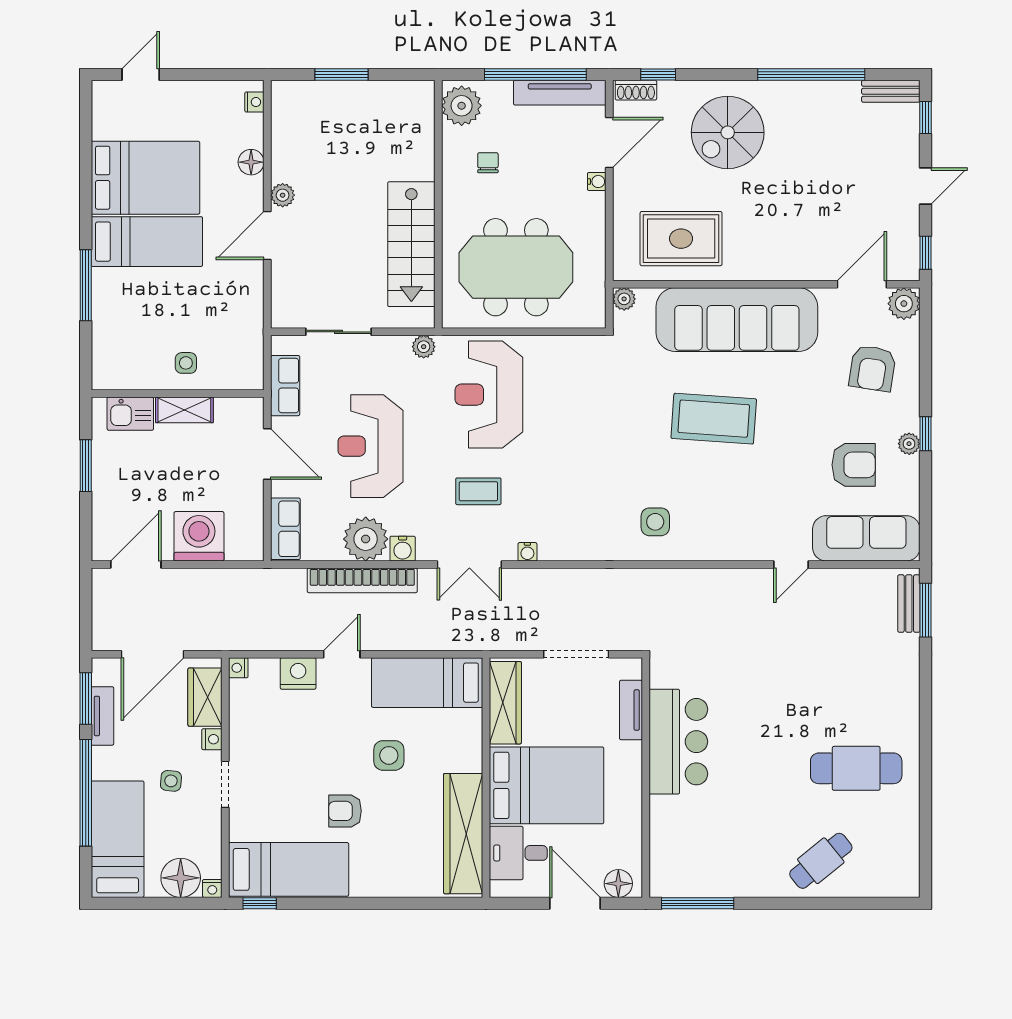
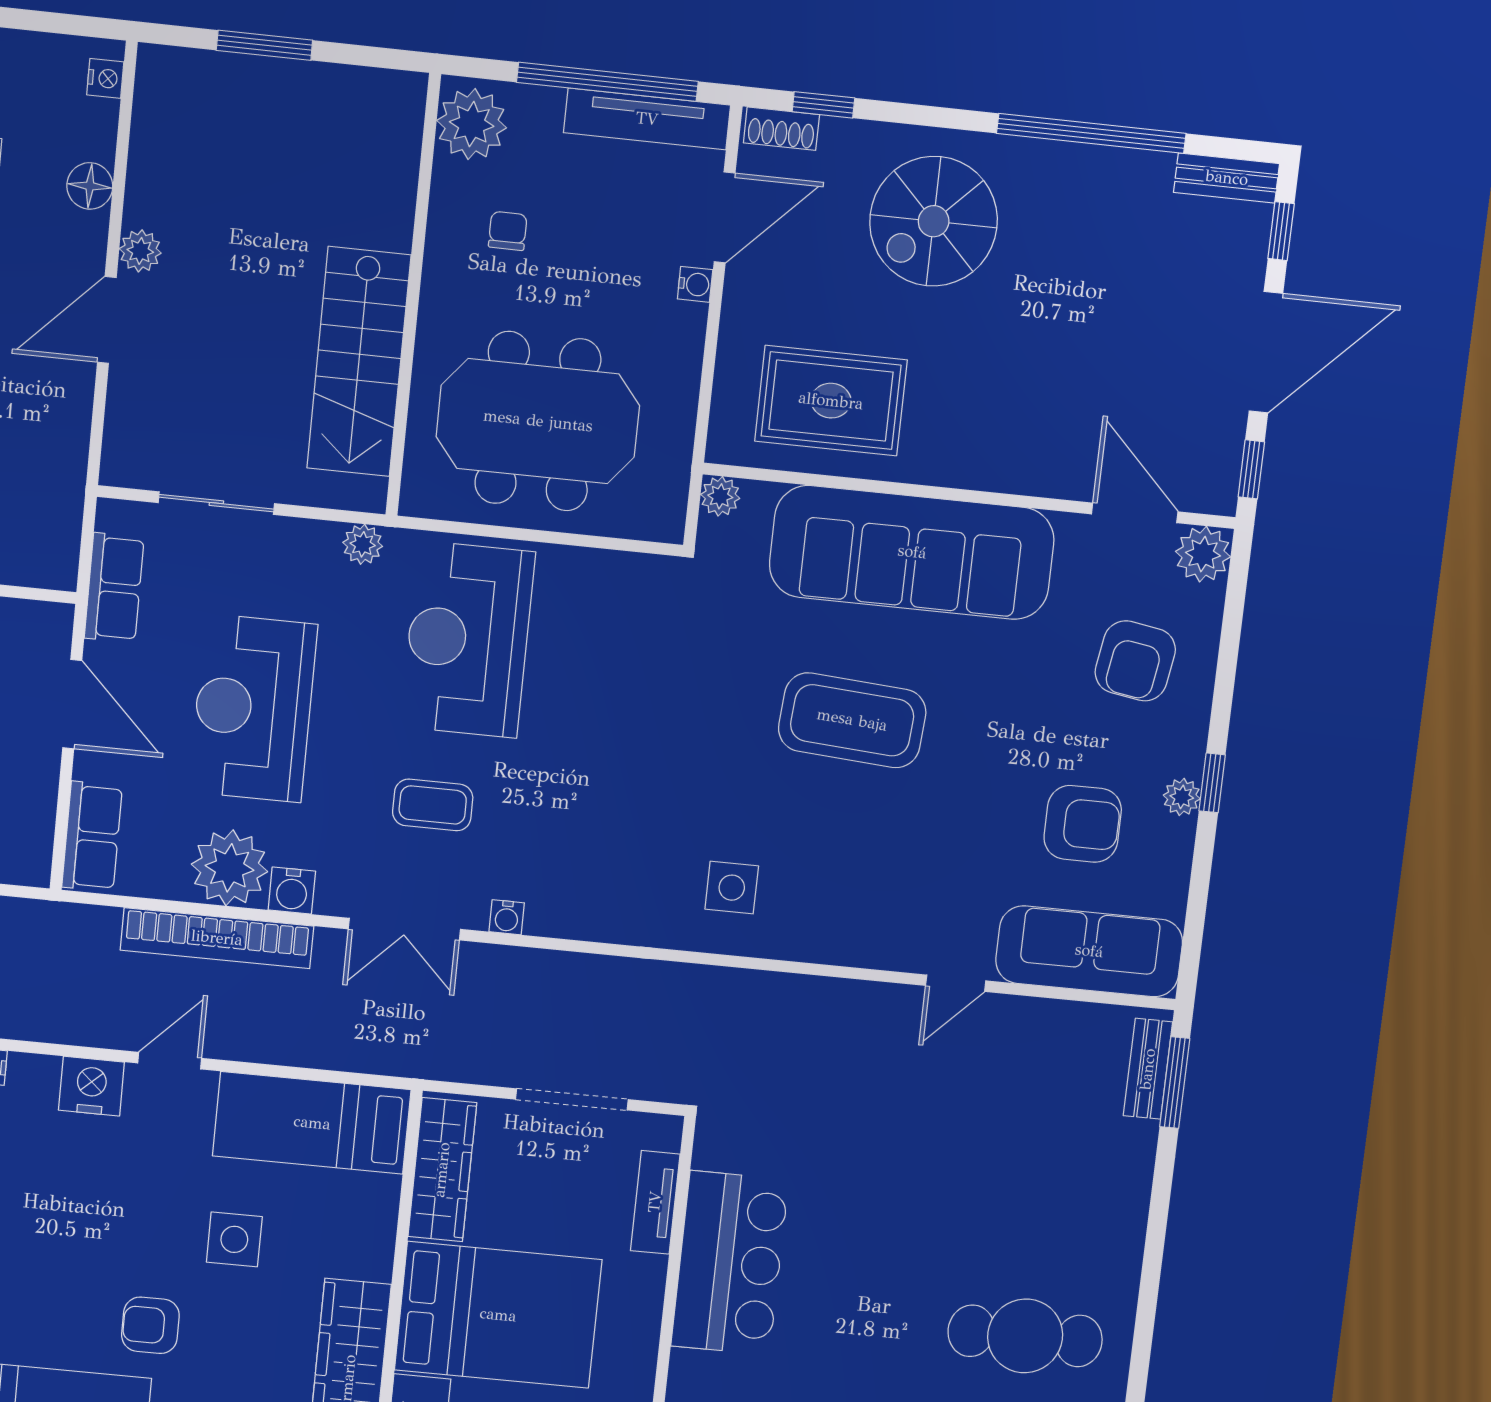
door: (926, 186) -> (1266, 352), width x1.87
door: (862, 284) -> (1135, 513), hinge flipped

